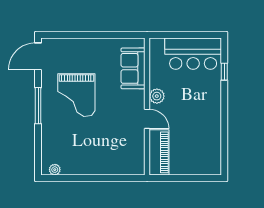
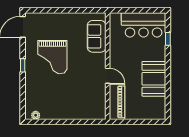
plant: (157, 96) -> (115, 58), removed
window: (38, 106) -> (23, 65), width x0.46
booth: (206, 123) -> (154, 79), added

